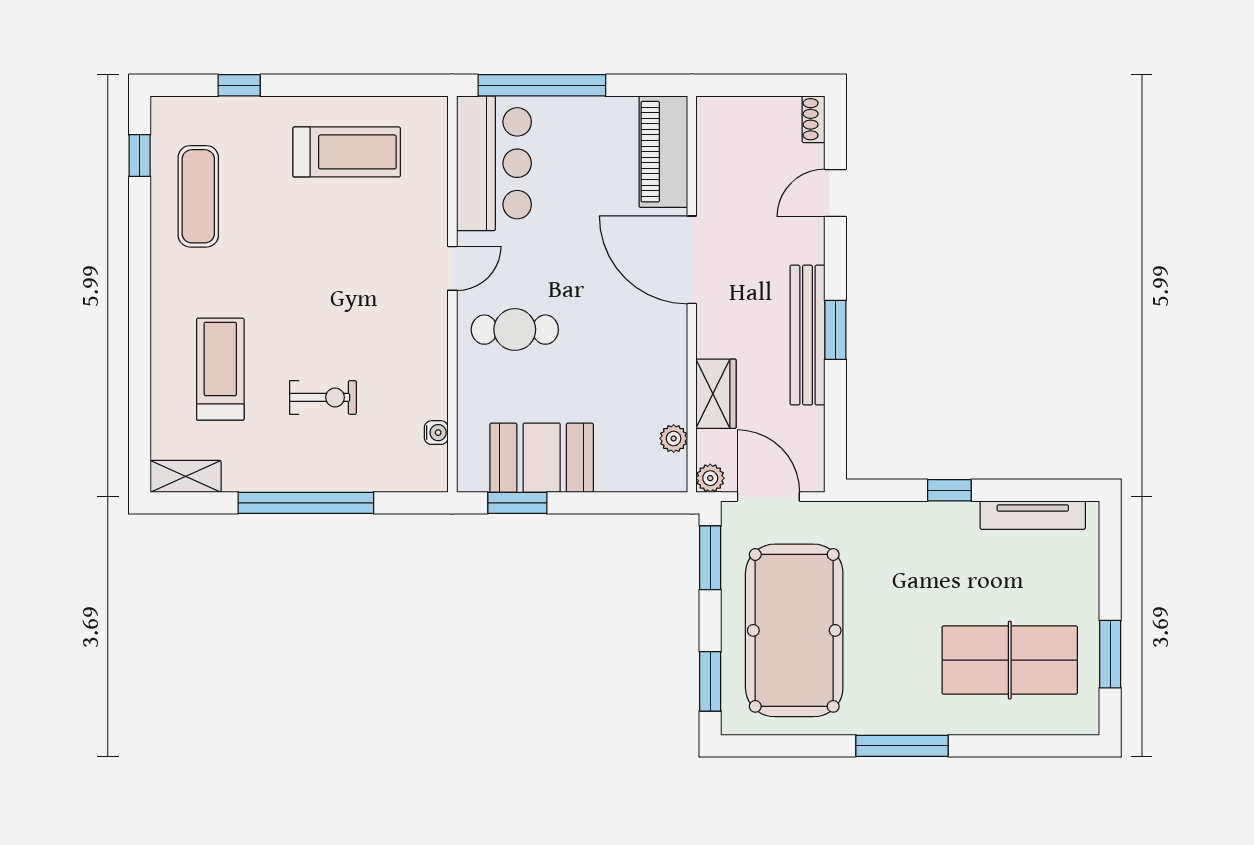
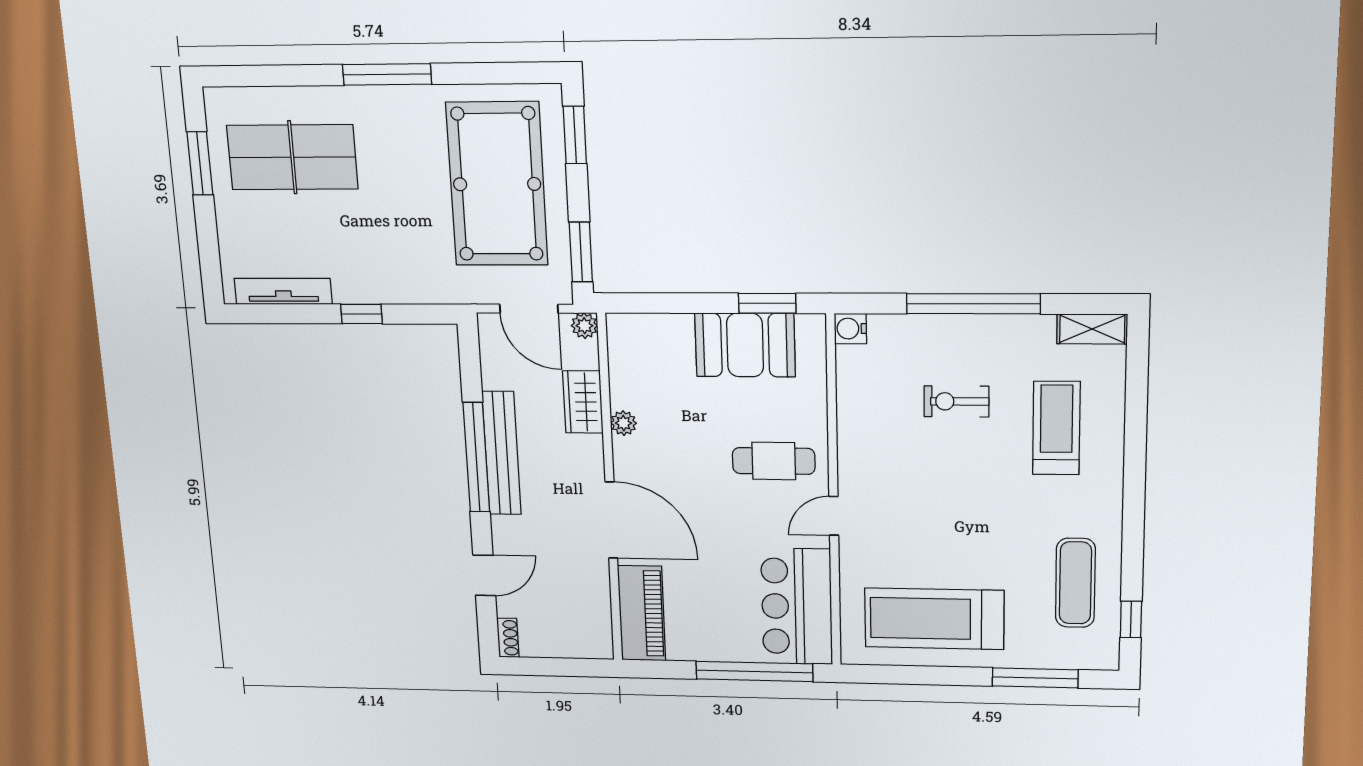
window: (239, 85) -> (1035, 678), width x2.17
treadmill: (347, 152) -> (934, 619), width x1.37, depth x1.38
window: (835, 330) -> (476, 457), width x2.11
treadmill: (220, 369) -> (1056, 428), turned 180
water cooler: (436, 433) -> (850, 329), moved, width x1.38, depth x1.38
plant: (674, 438) -> (624, 423), moved

